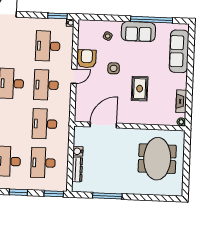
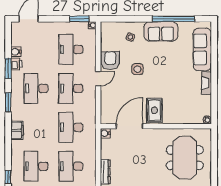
rug: (140, 89) -> (154, 110), moved
fireplace: (181, 101) -> (206, 83), moved
water cooler: (78, 151) -> (105, 133), moved

